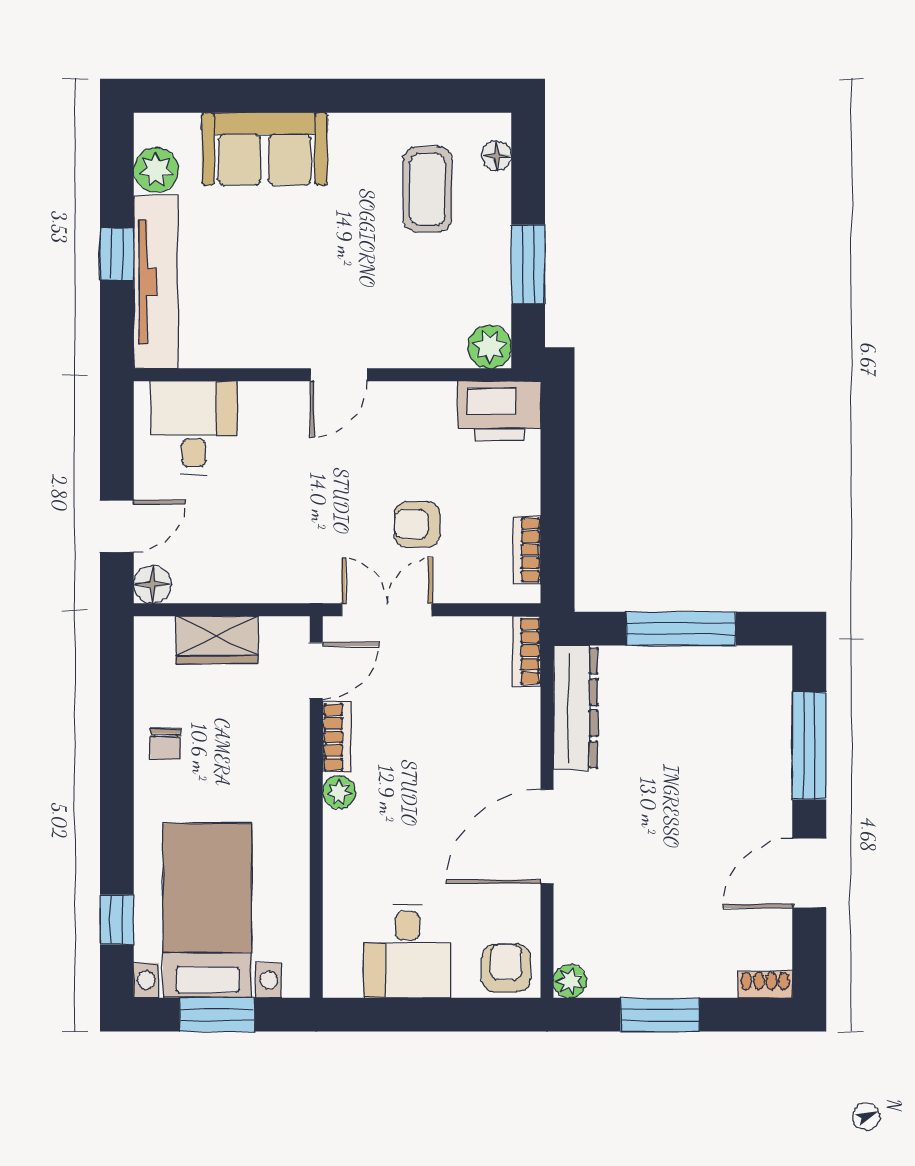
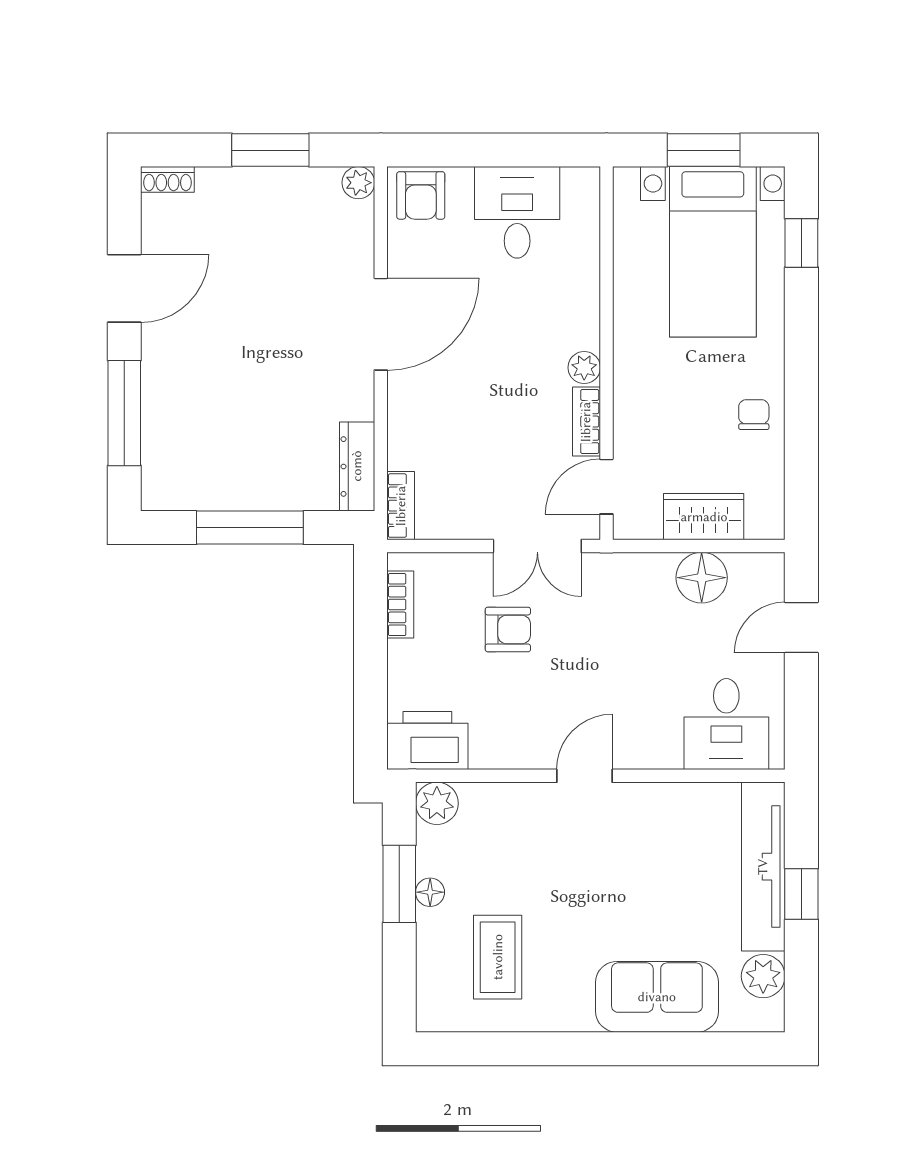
floor lamp: (497, 156) -> (430, 892), moved
floor lamp: (153, 584) -> (702, 578), moved, width x1.38, depth x1.38
dresser: (576, 708) -> (357, 466), width x0.73, depth x0.80

